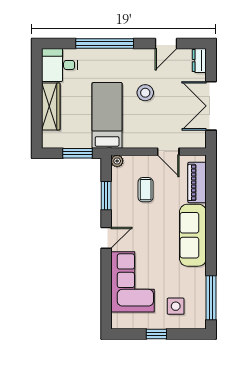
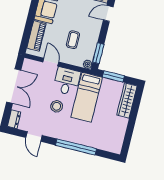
door: (166, 44) -> (34, 137), swing flipped
desk: (59, 65) -> (67, 81), moved, turned -90
wardrobe: (51, 106) -> (127, 100), moved
window: (106, 196) -> (98, 53), moved

